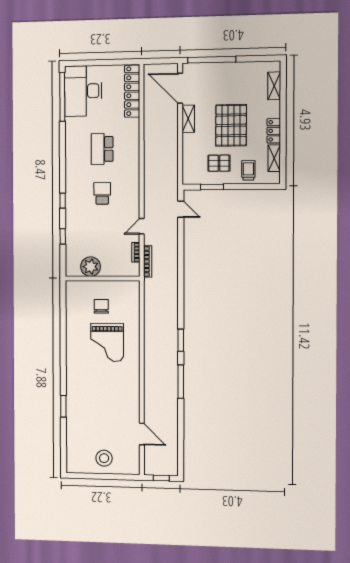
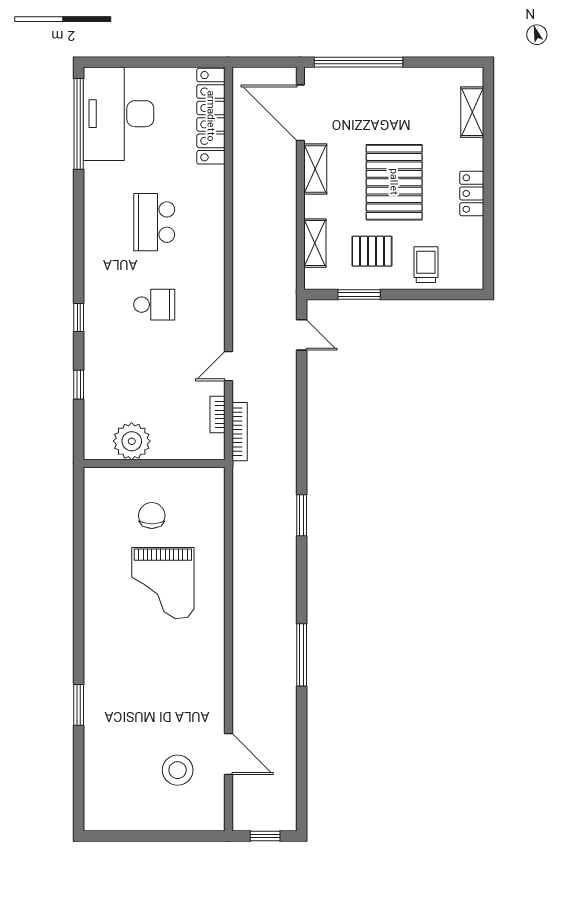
shelving: (274, 158) -> (315, 243), moved
school desk: (102, 193) -> (154, 305), turned 90
window: (181, 340) -> (302, 515), moved
stool: (104, 458) -> (178, 770), moved

